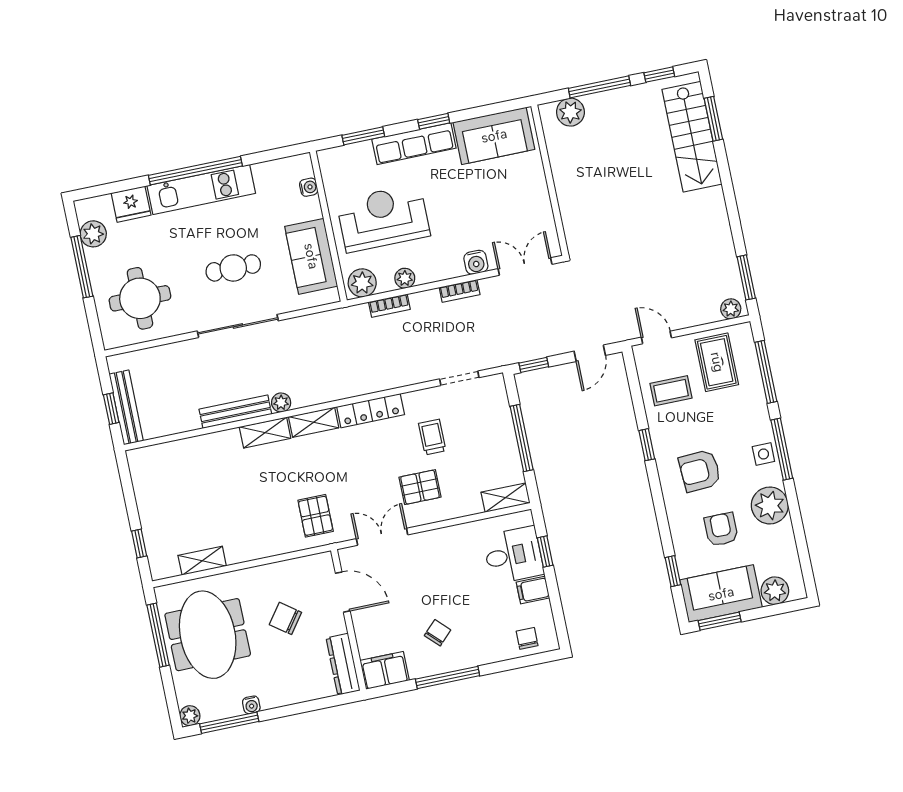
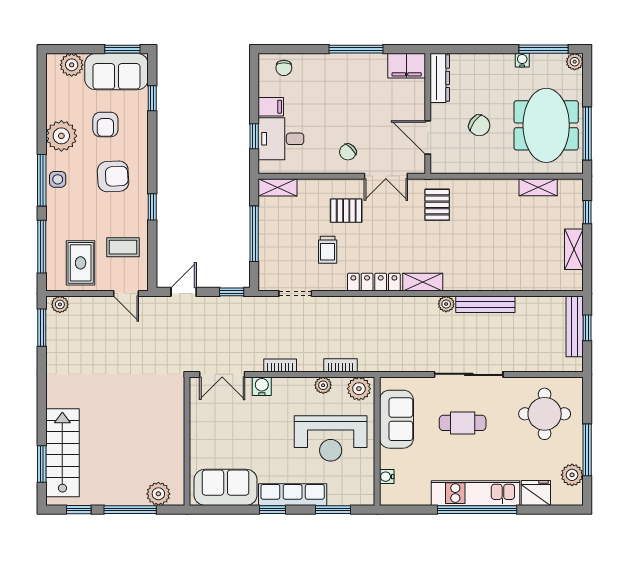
shelving: (265, 433) -> (574, 249), moved, turned 90
chair: (438, 633) -> (348, 152), moved

